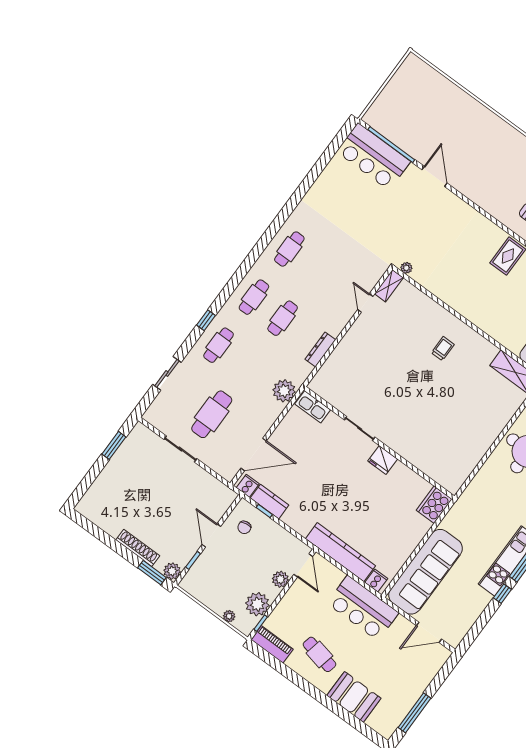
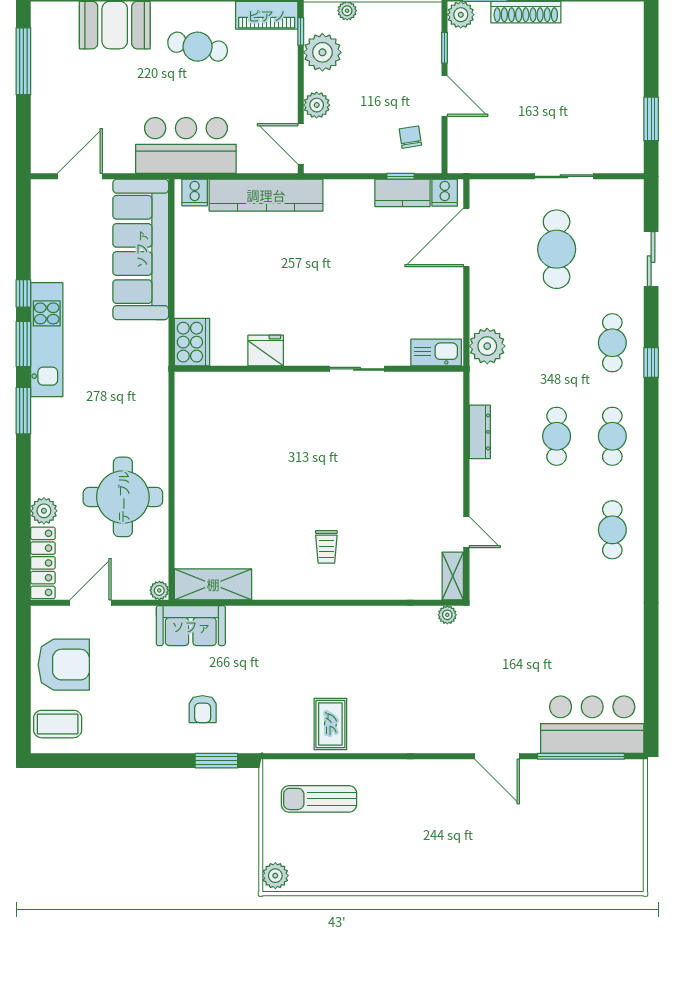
fridge: (383, 460) -> (266, 351), moved

